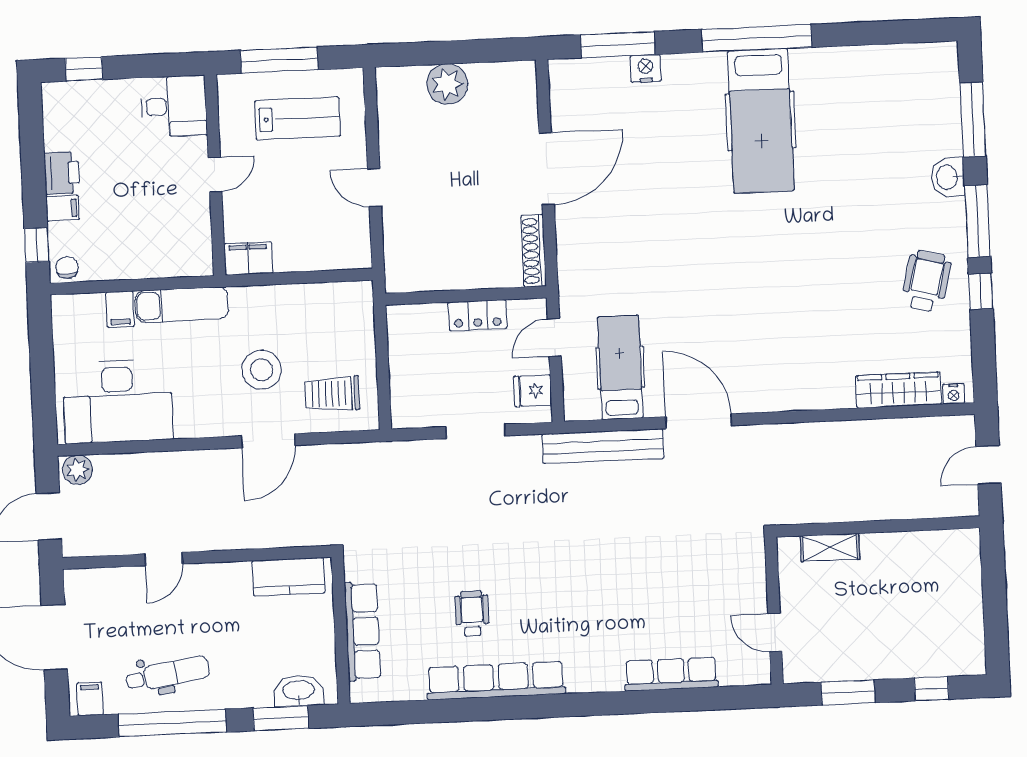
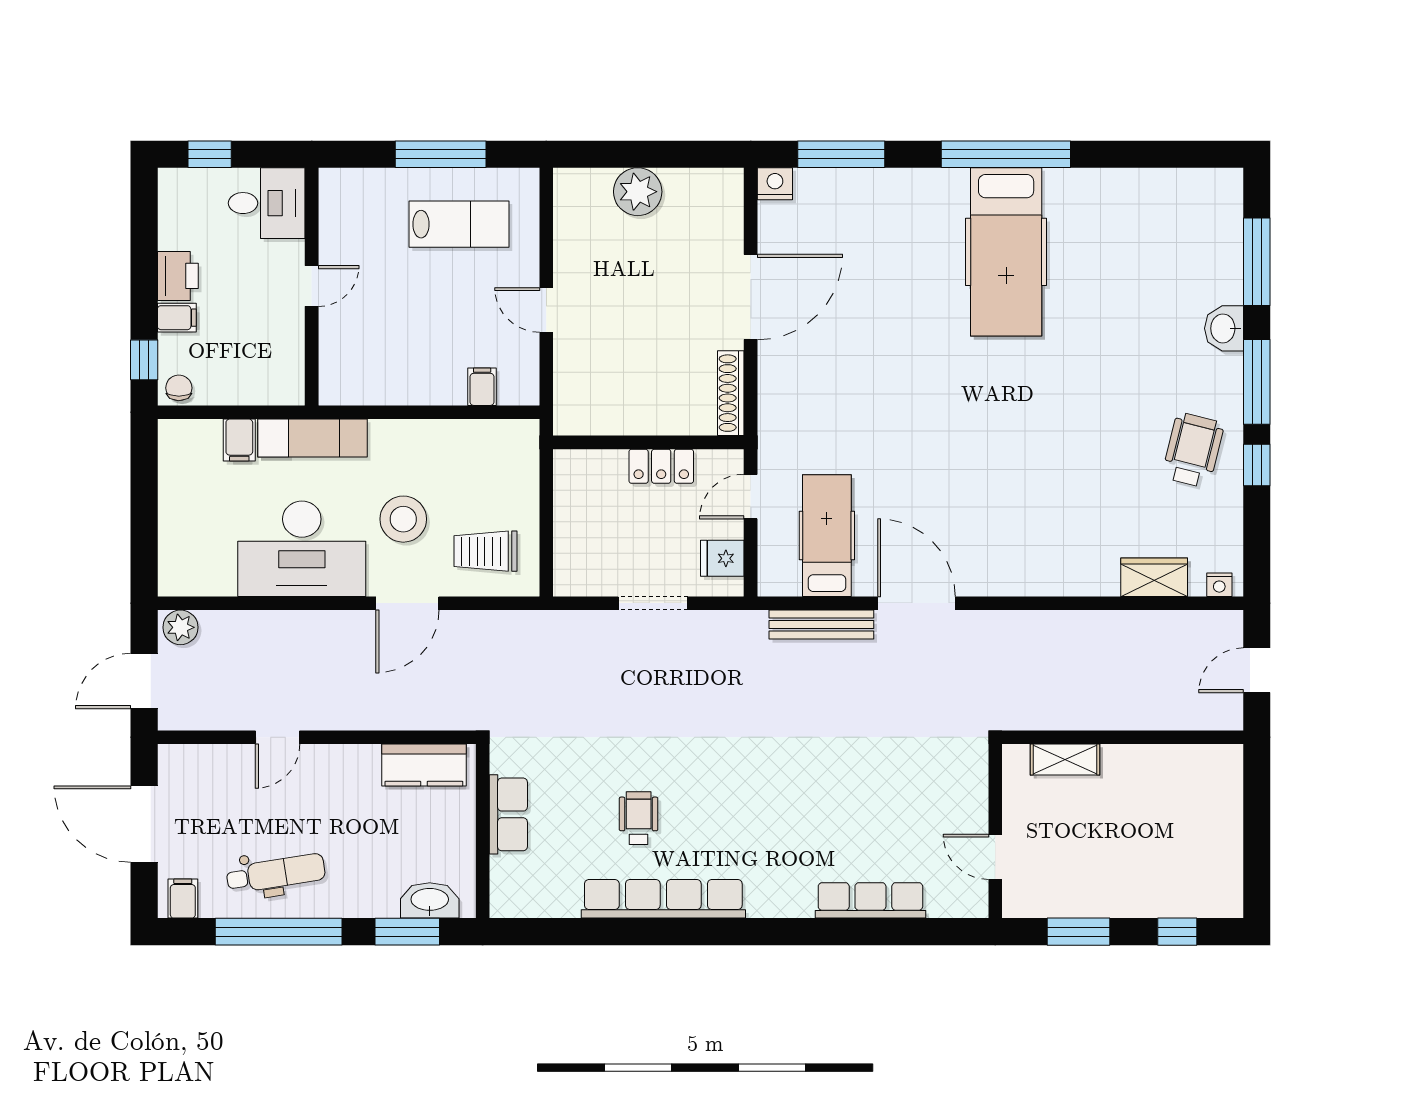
nightstand: (646, 68) -> (775, 184), moved
desk: (174, 106) -> (267, 203), moved
door: (215, 175) -> (312, 286), moved
wall: (215, 175) -> (312, 287), moved
filing cabinet: (248, 258) -> (482, 387), moved, width x0.50
wardrobe: (898, 390) -> (1154, 577), width x0.67
desk: (118, 401) -> (302, 549), moved
bench: (603, 446) -> (821, 625), width x0.73, depth x0.82
row of seats: (362, 631) -> (508, 814), width x0.68

